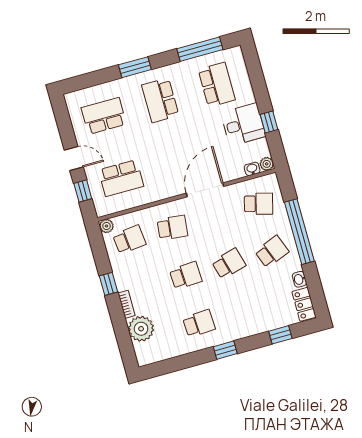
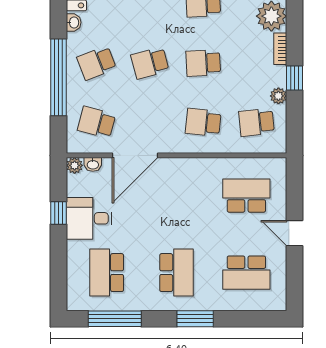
door: (205, 190) -> (135, 155), moved
window: (83, 191) -> (295, 193), removed
plant: (106, 226) -> (278, 96), moved

